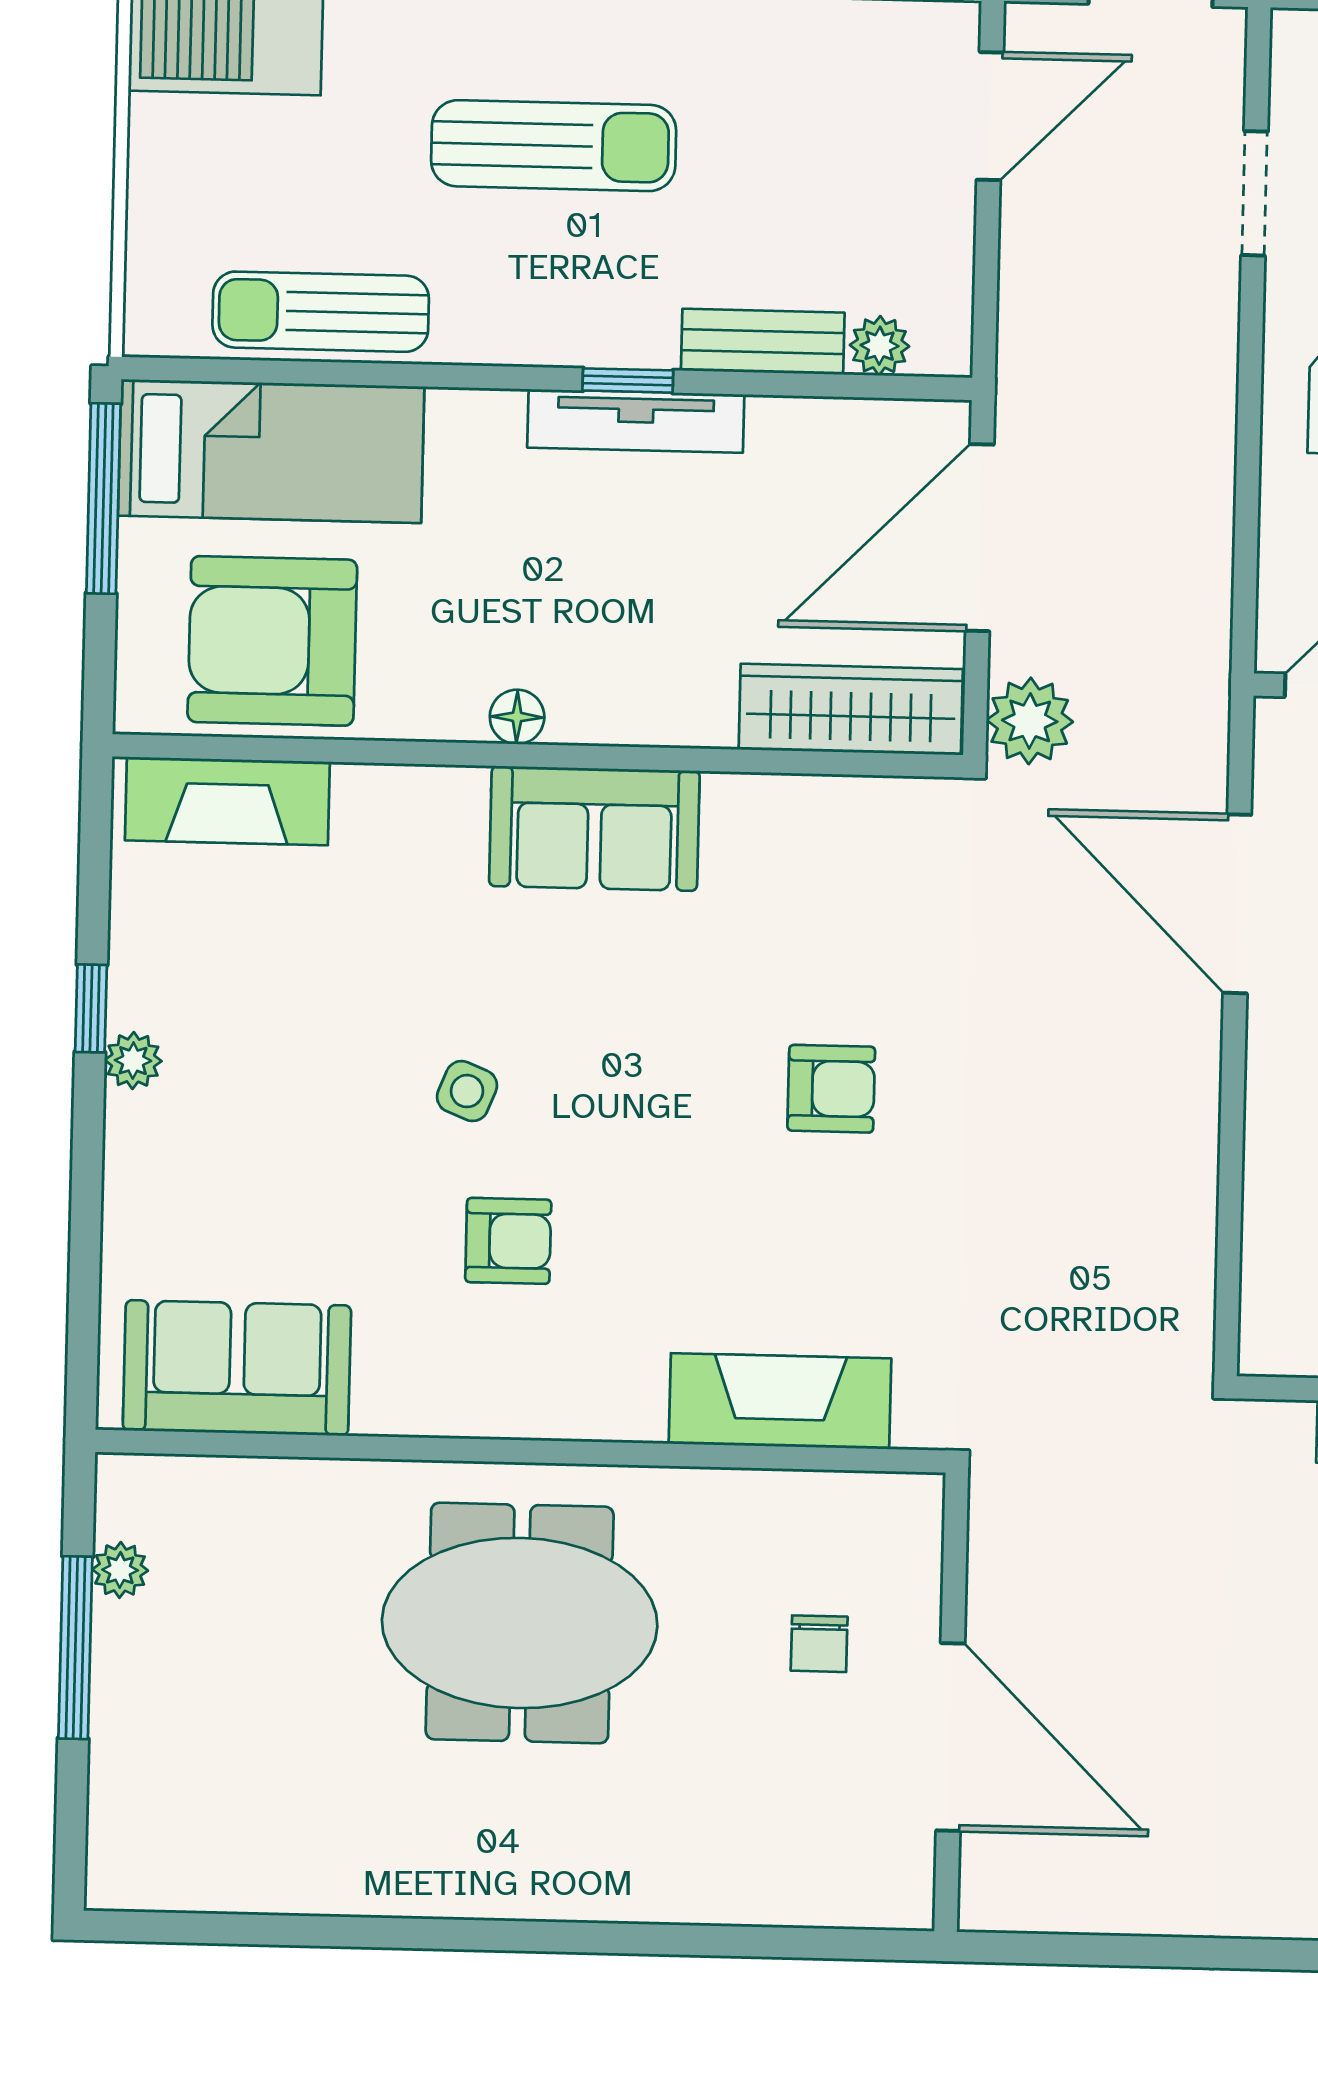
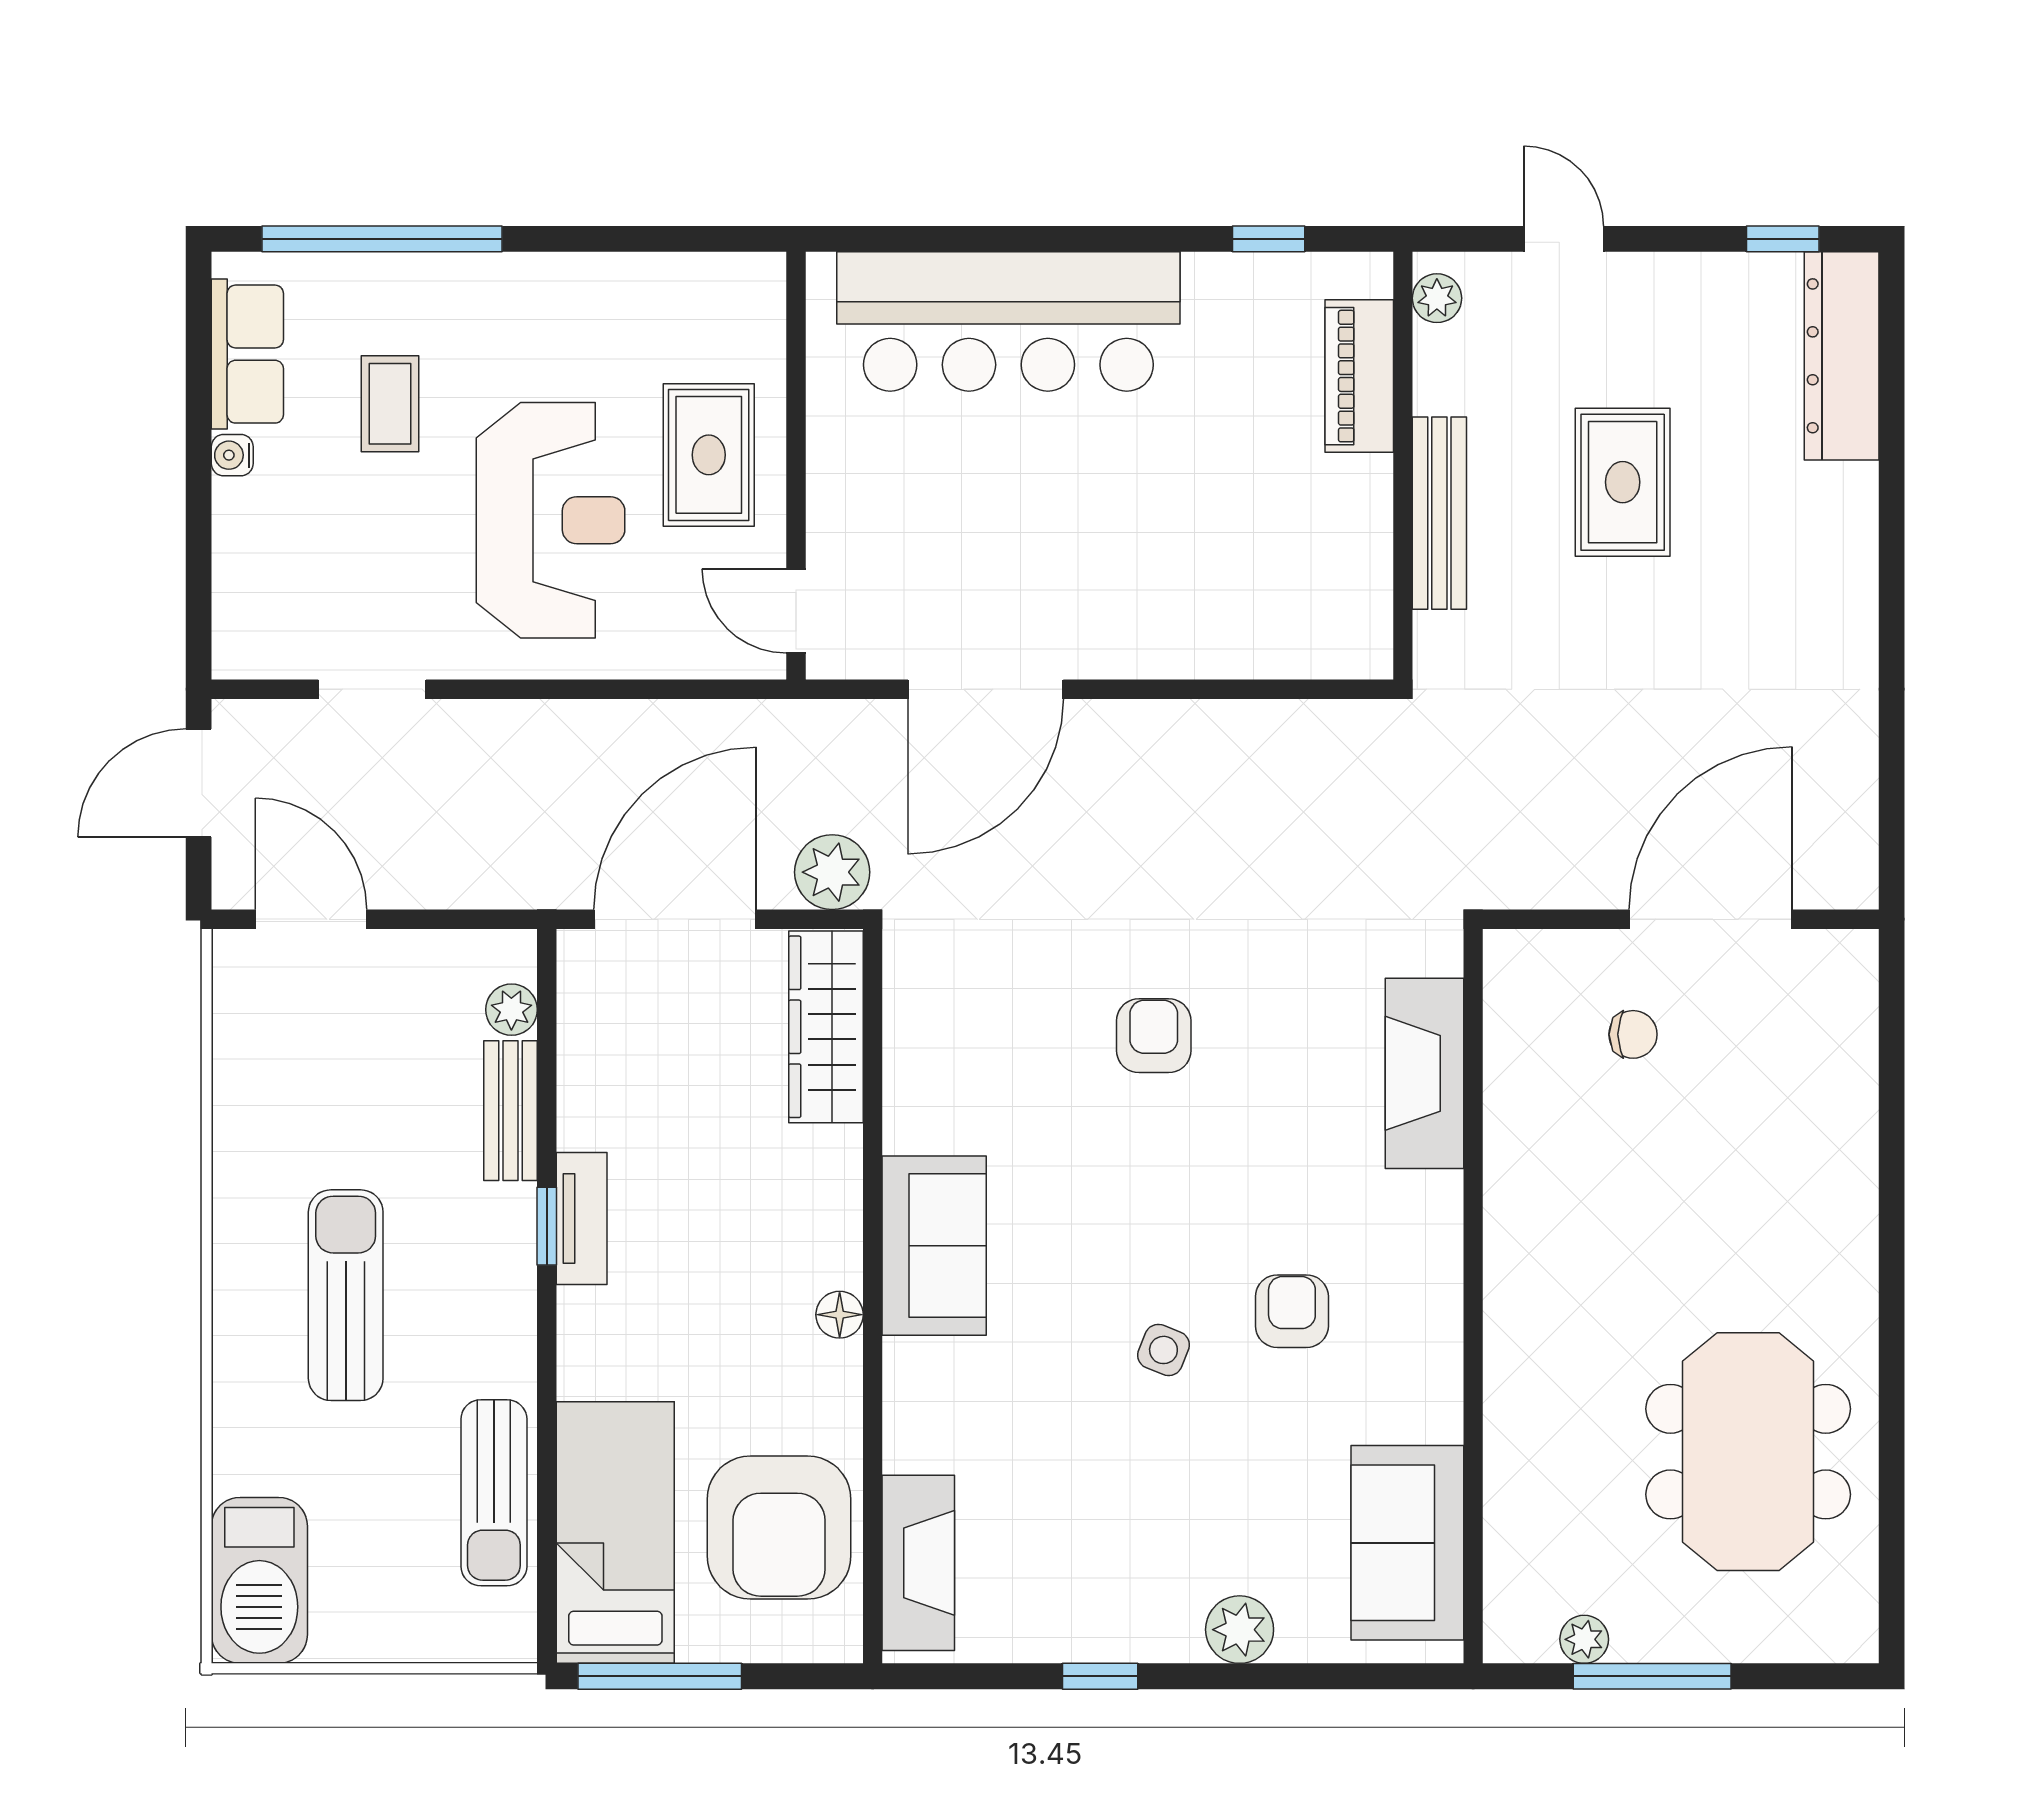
tv unit: (636, 421) -> (582, 1218), width x0.71
door: (980, 538) -> (675, 919), swing flipped
plant: (133, 1061) -> (1240, 1630), moved, width x1.38, depth x1.38
meeting table: (520, 1623) -> (1748, 1452), moved

